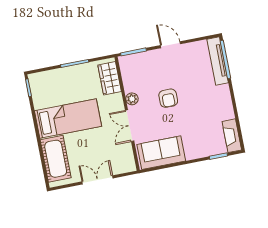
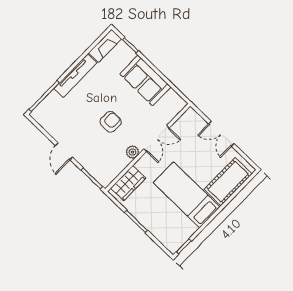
tv unit: (218, 61) -> (75, 76), moved
sofa: (161, 153) -> (145, 80), moved

